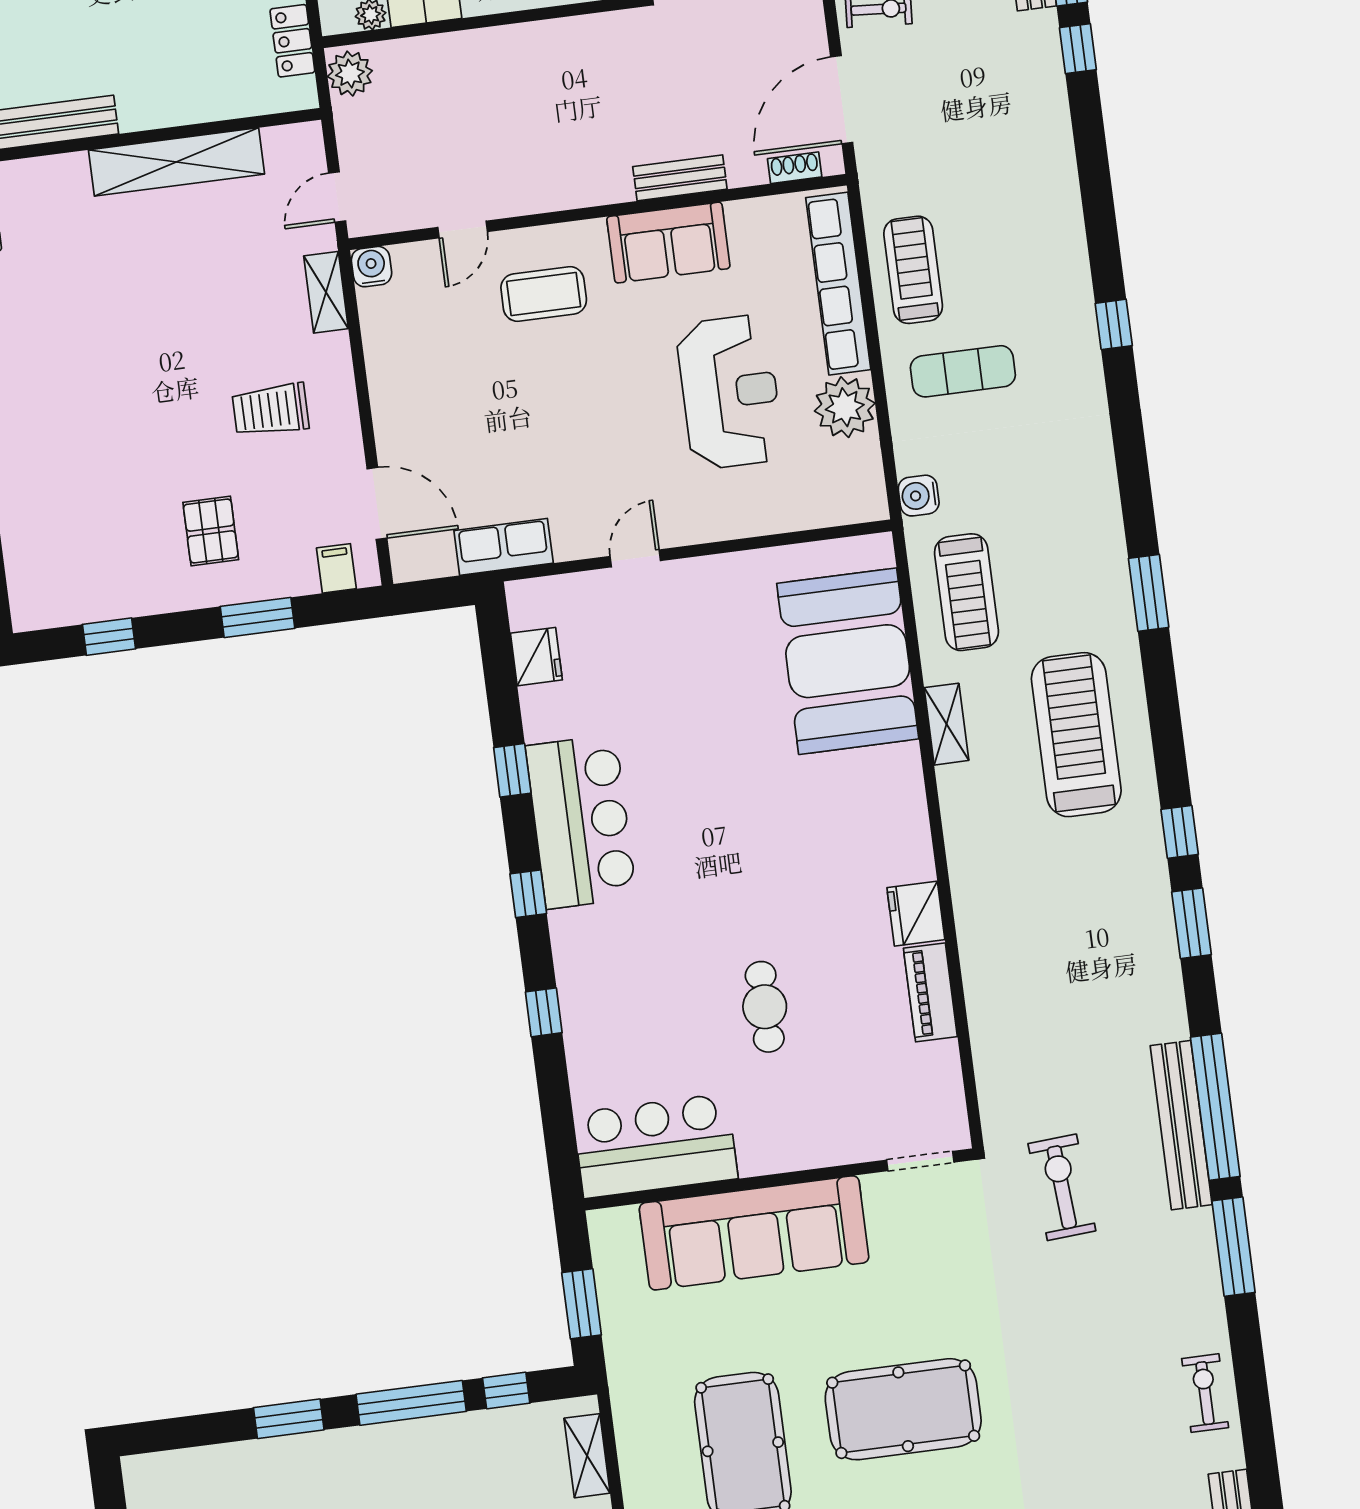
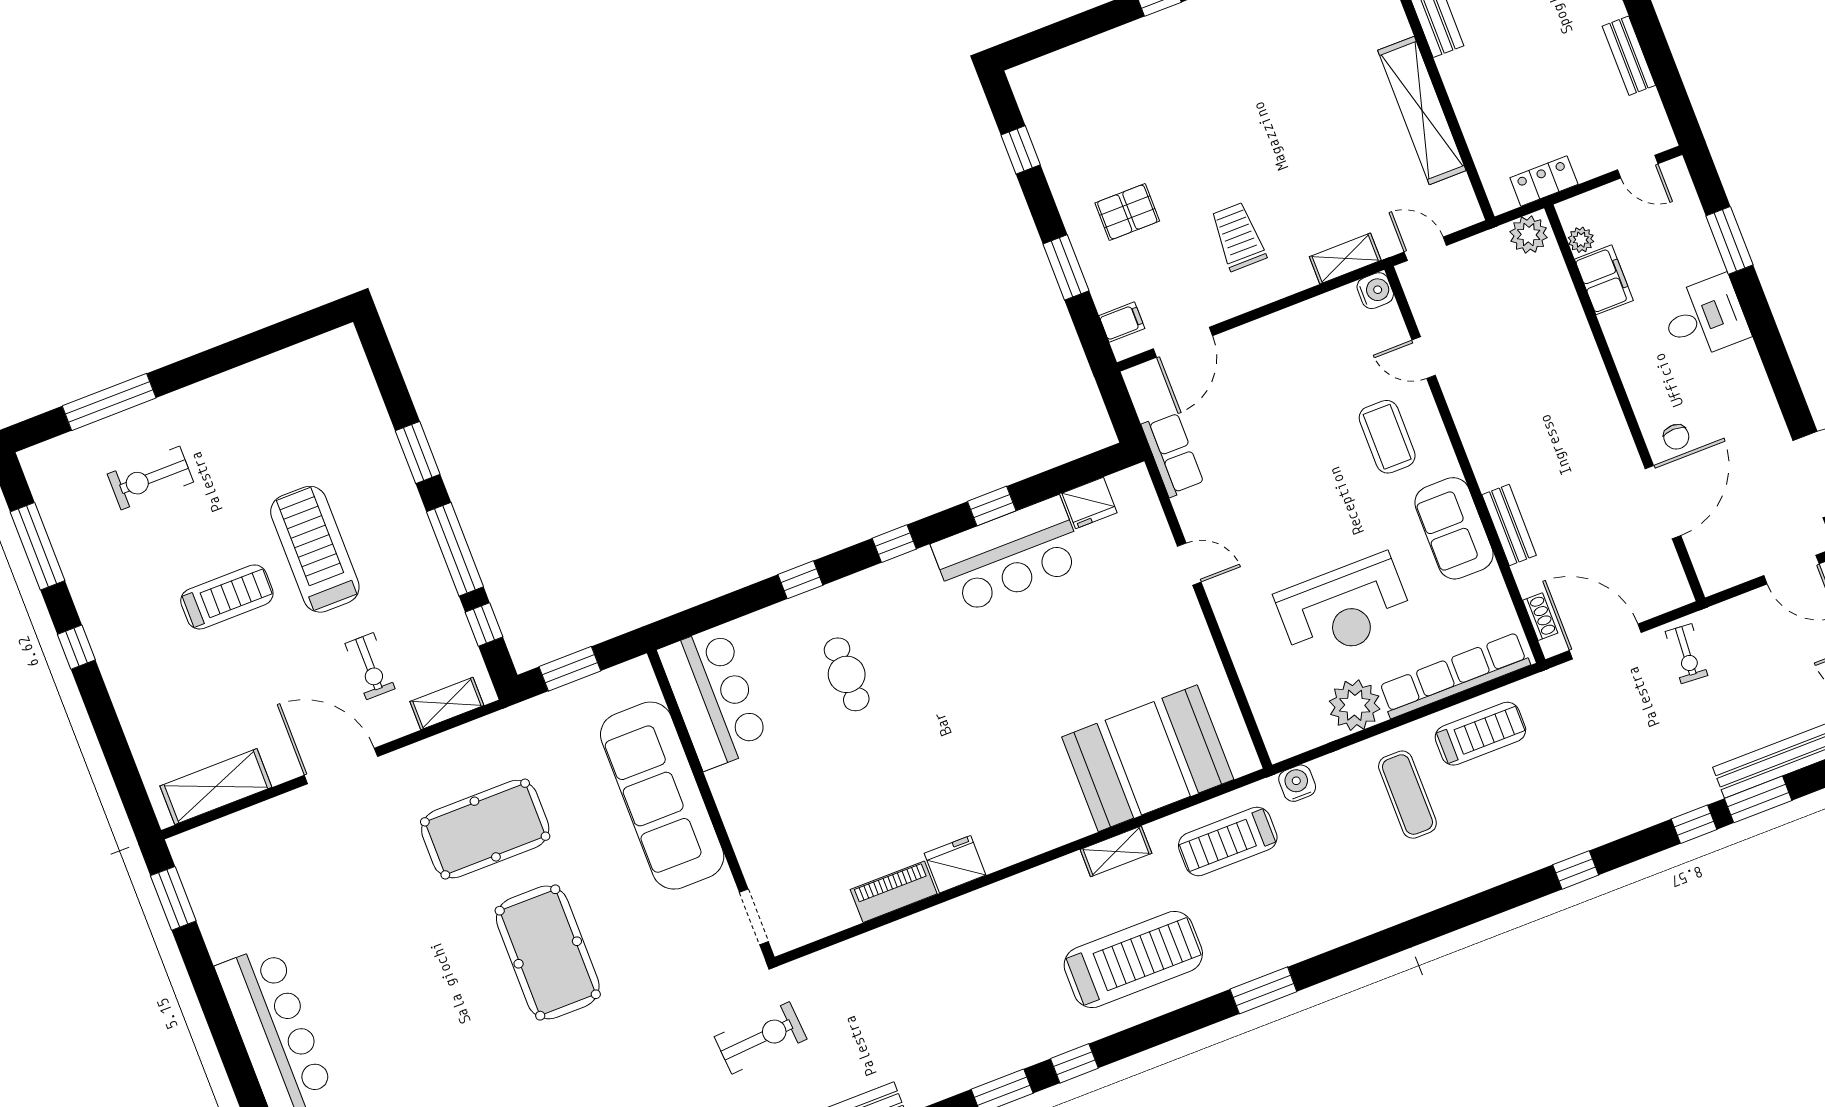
window: (1114, 324) -> (1576, 870), moved
bar counter: (581, 822) -> (1008, 555), moved
cafe table: (765, 1007) -> (847, 674), moved, turned 90

